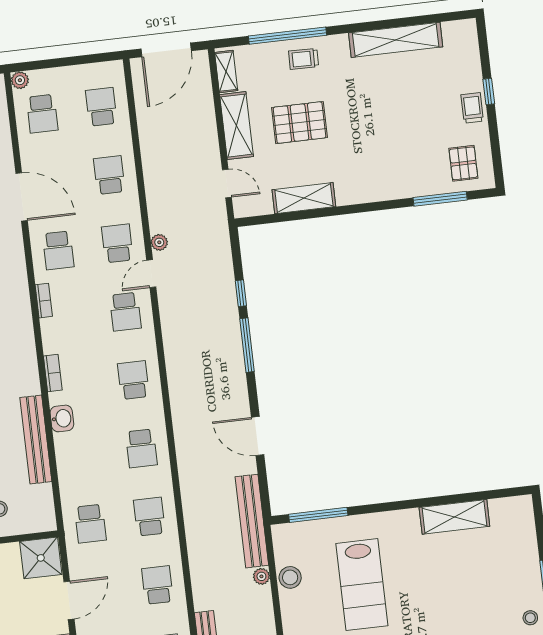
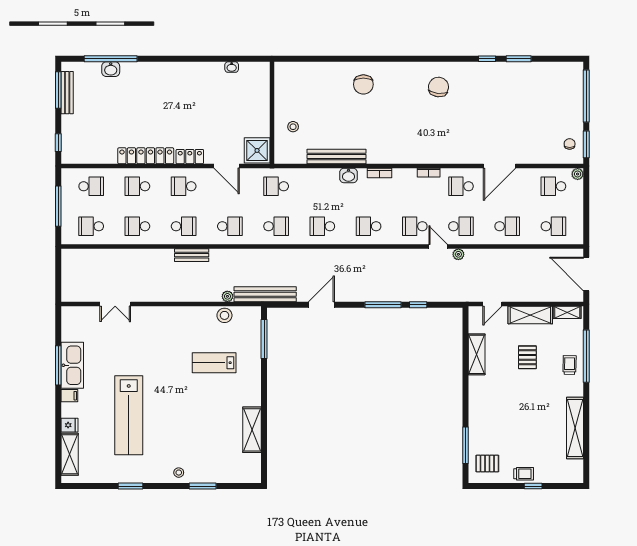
pallet: (299, 123) -> (527, 357), width x0.67, depth x0.71
school desk: (133, 380) -> (369, 226), turned 180
lab bench: (362, 585) -> (214, 363), width x0.73, depth x0.72

